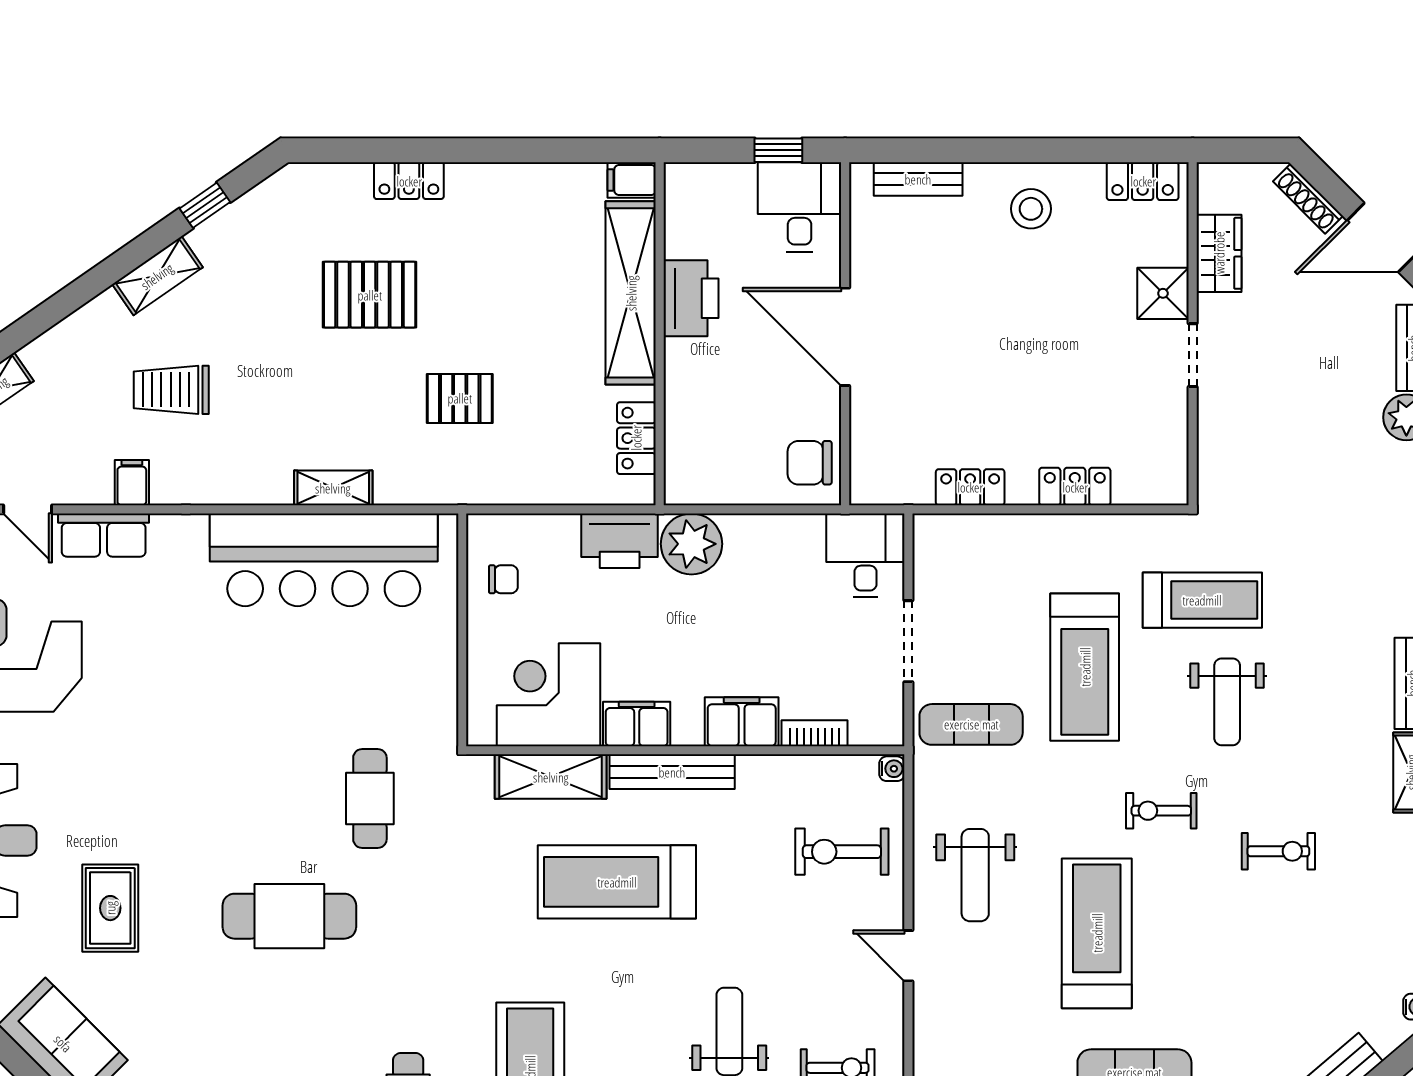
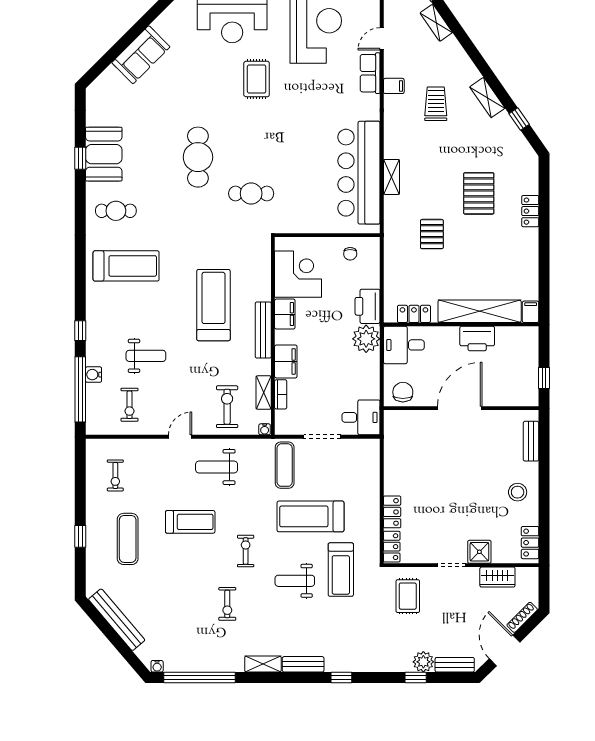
desk: (800, 207) -> (404, 345), moved, turned 180
rug: (1261, 452) -> (408, 596), added
locker: (970, 487) -> (392, 547), moved
shelving: (551, 777) -> (264, 393), moved, width x0.67, depth x0.75
rug: (110, 908) -> (257, 79), moved, turned 90
treadmill: (1097, 933) -> (190, 522), width x0.73, depth x0.73

